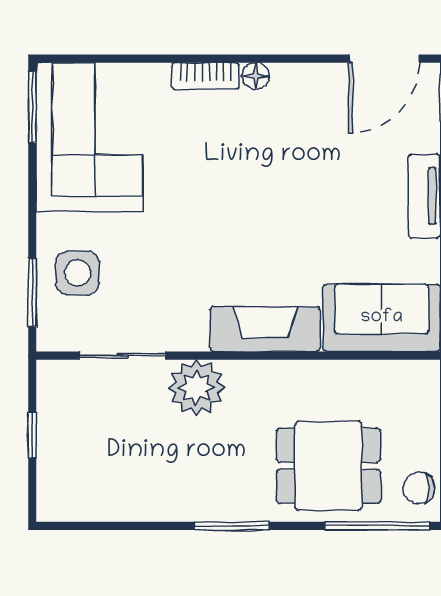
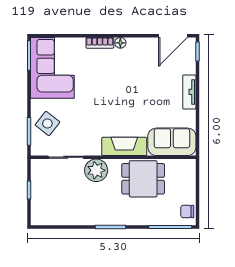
side table: (77, 273) -> (47, 123), turned 38
dining table: (329, 466) -> (143, 179), moved

